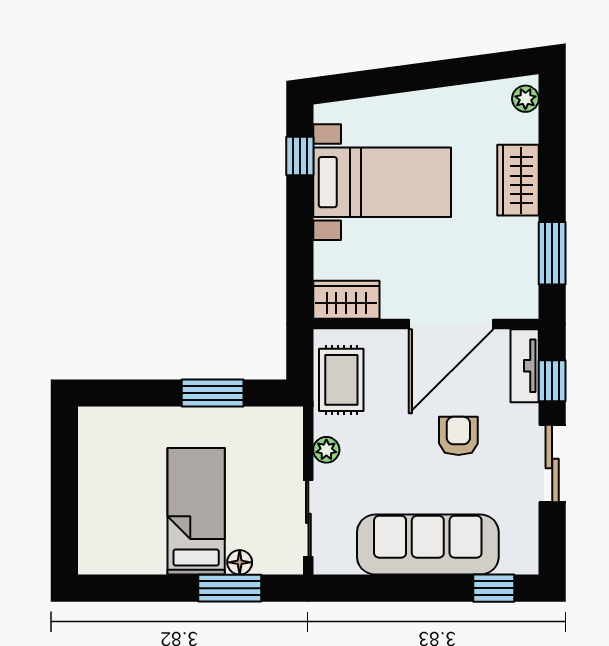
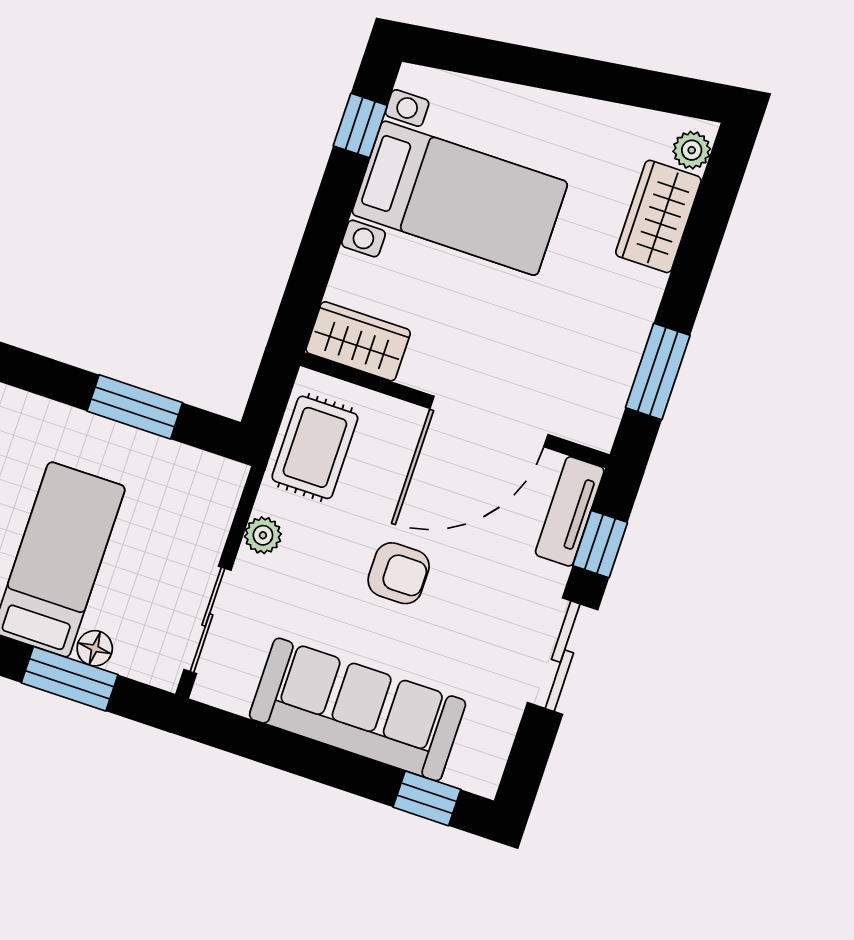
wardrobe: (518, 180) -> (658, 216), moved
armchair: (458, 436) -> (399, 573), moved, turned 90

